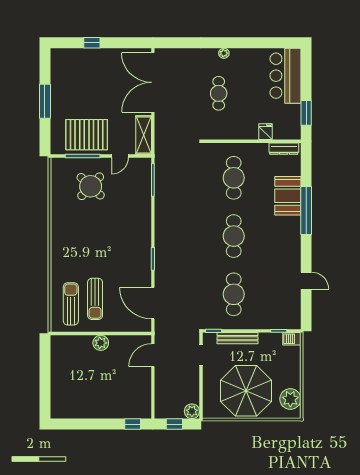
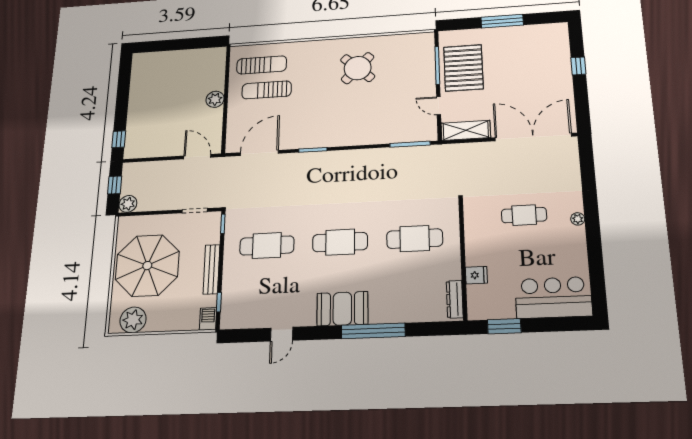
round table: (91, 186) -> (358, 68), moved
booth: (288, 196) -> (342, 309), moved
bench: (237, 338) -> (211, 269), moved

